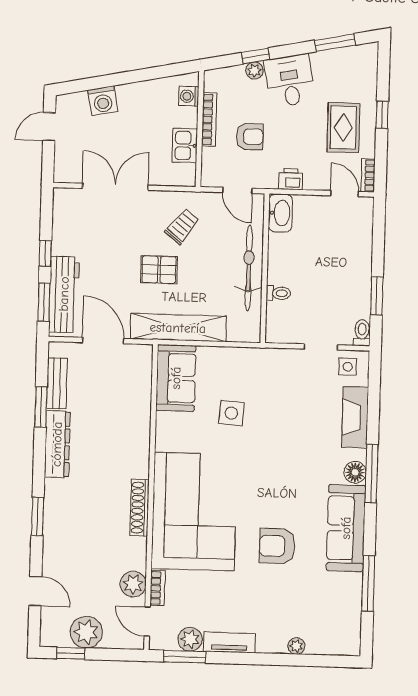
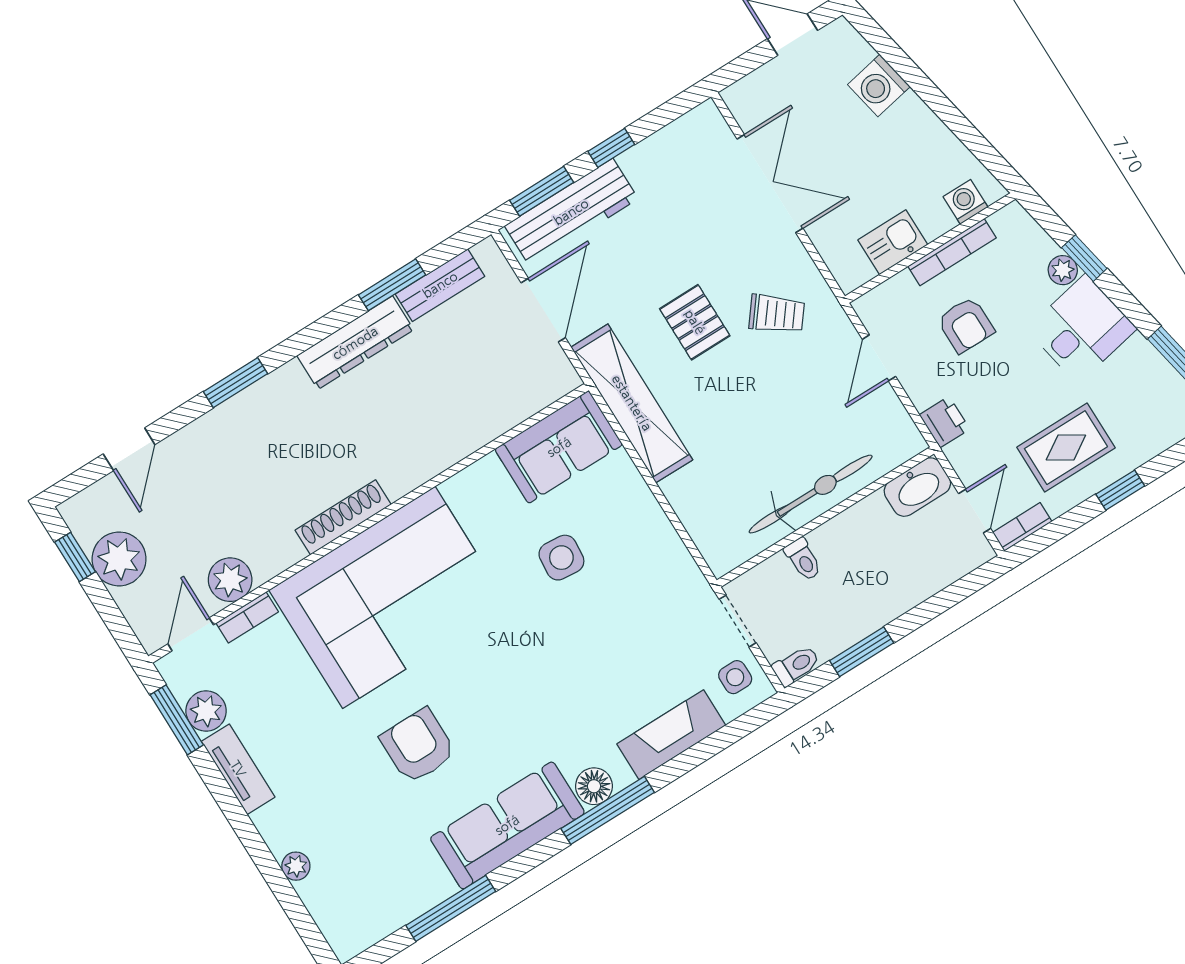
washbasin: (280, 213) -> (917, 487), moved
bicycle: (249, 268) -> (811, 494), moved
wall: (265, 268) -> (825, 517), moved
toilet: (278, 293) -> (803, 559), moved

